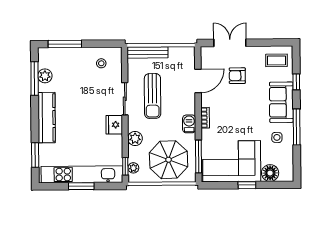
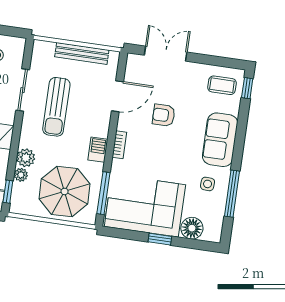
bench: (148, 52) -> (82, 53), moved
armchair: (237, 76) -> (164, 115), moved
window: (296, 82) -> (247, 88), moved
sliding door: (125, 99) -> (23, 90), moved
window: (297, 127) -> (232, 194), moved
plant: (133, 168) -> (21, 175), moved

